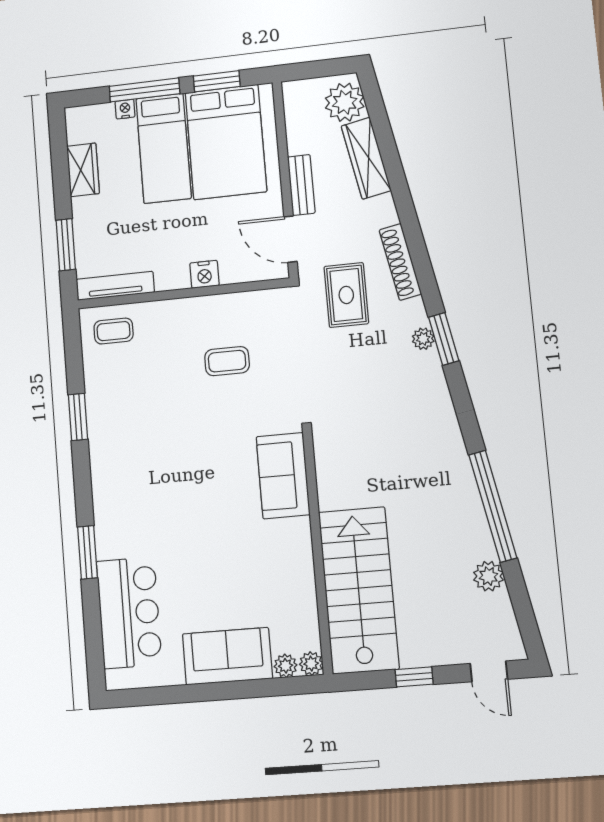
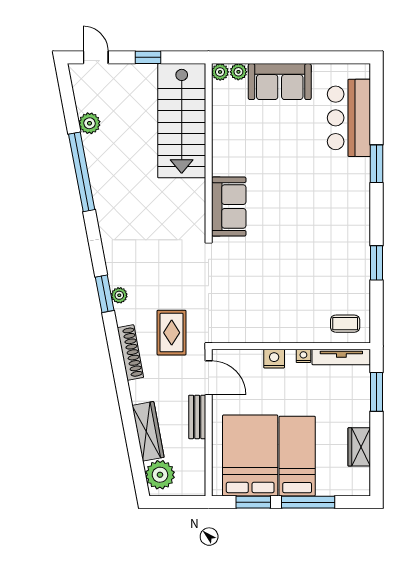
nightstand: (125, 109) -> (303, 356), moved, turned 180
coffee table: (227, 361) -> (263, 293), removed

